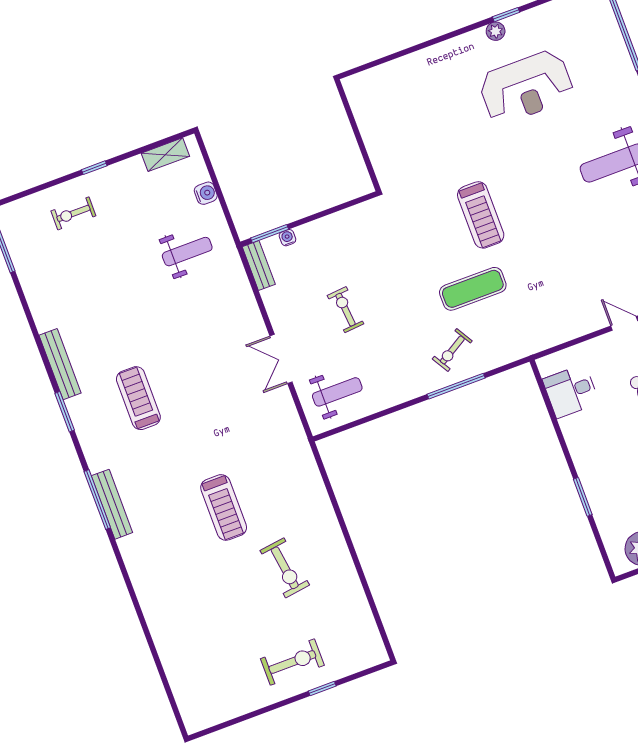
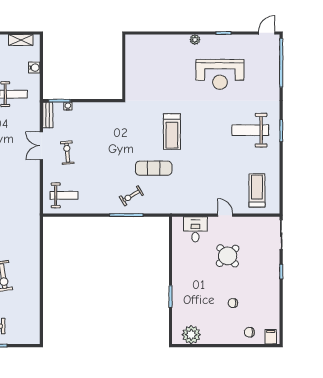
plant: (496, 31) -> (195, 40), moved
exercise bike: (346, 310) -> (67, 153), moved
double door: (281, 359) -> (41, 146), moved
desk: (571, 391) -> (195, 229), moved, turned 90

